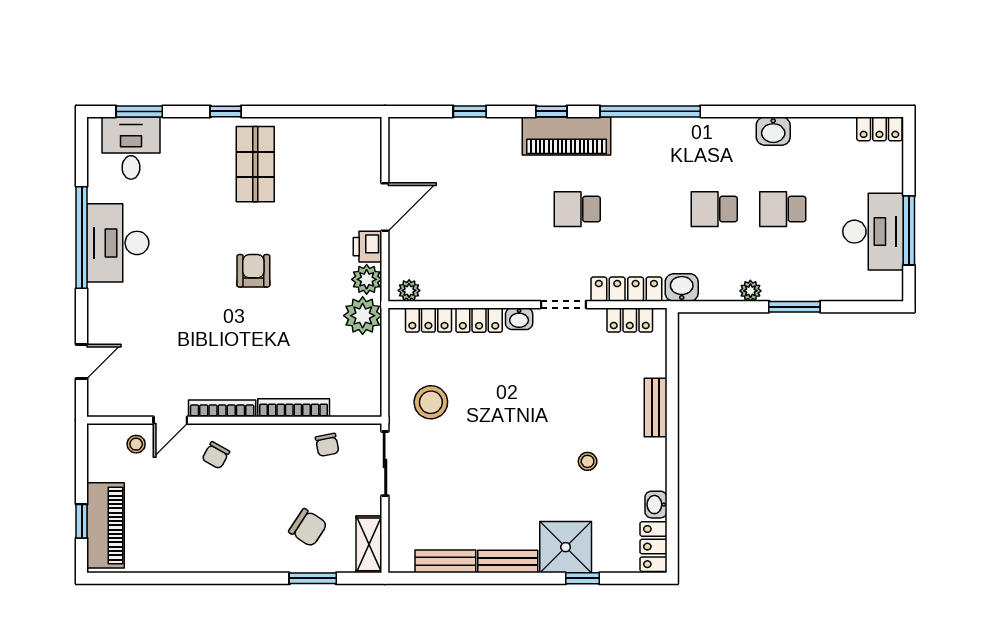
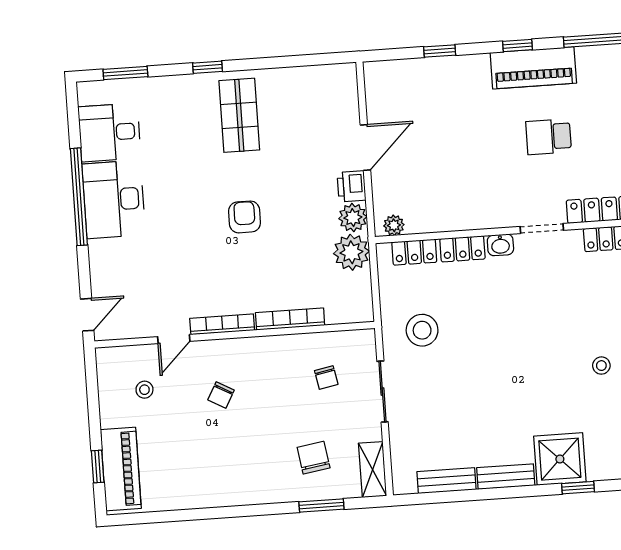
desk: (131, 148) -> (109, 132), moved, turned -90
bookcase: (222, 408) -> (222, 324), moved
bookcase: (294, 408) -> (290, 319), moved
door: (170, 420) -> (174, 339), moved
wall: (234, 420) -> (235, 335), moved
stool: (588, 461) -> (601, 366), moved
chair: (308, 528) -> (314, 458), turned -132

